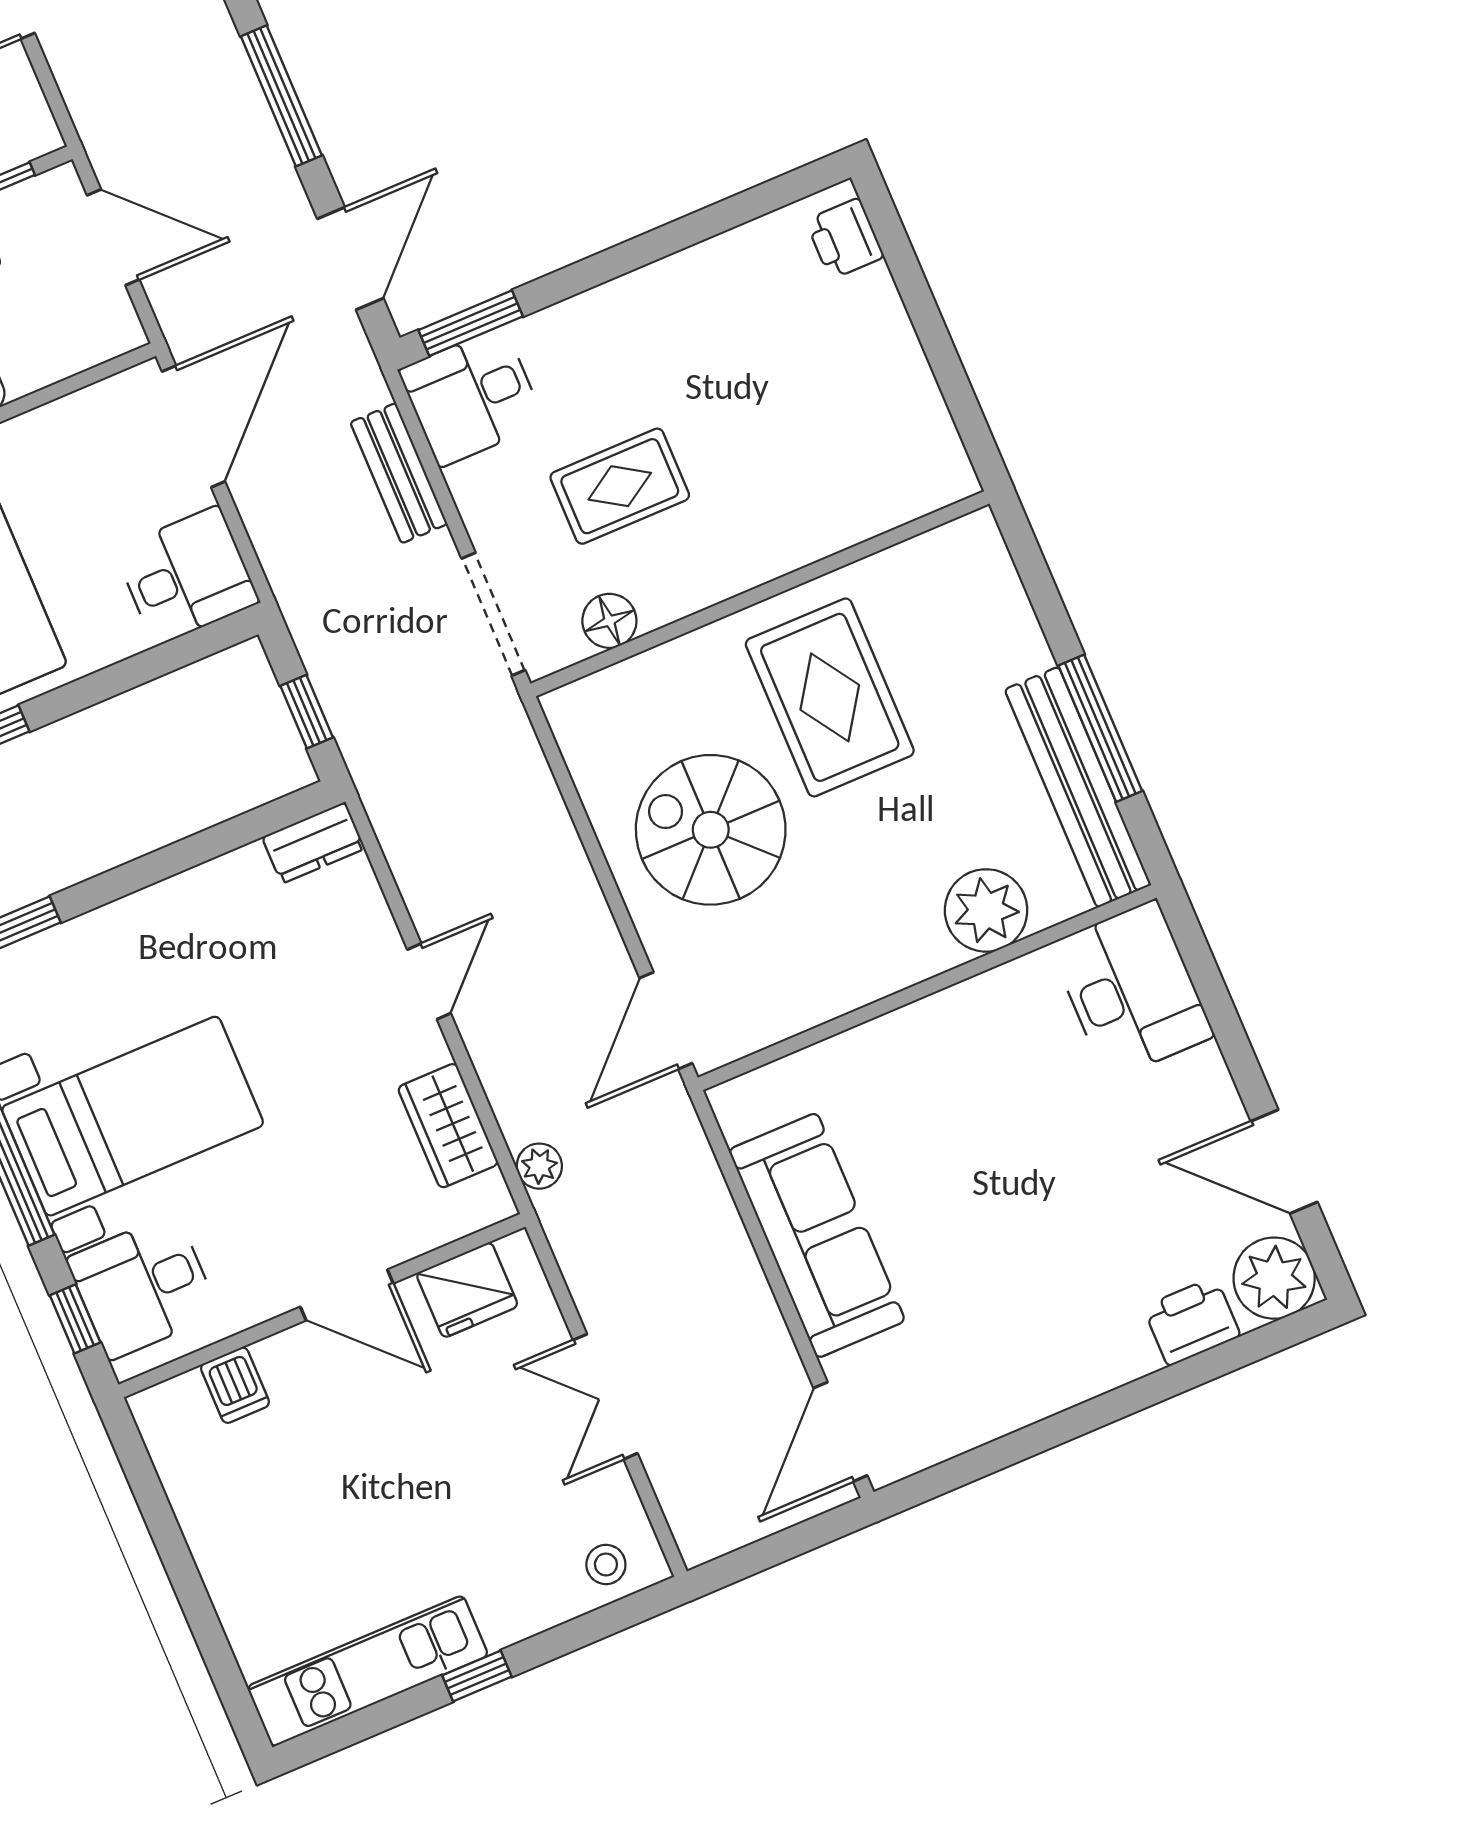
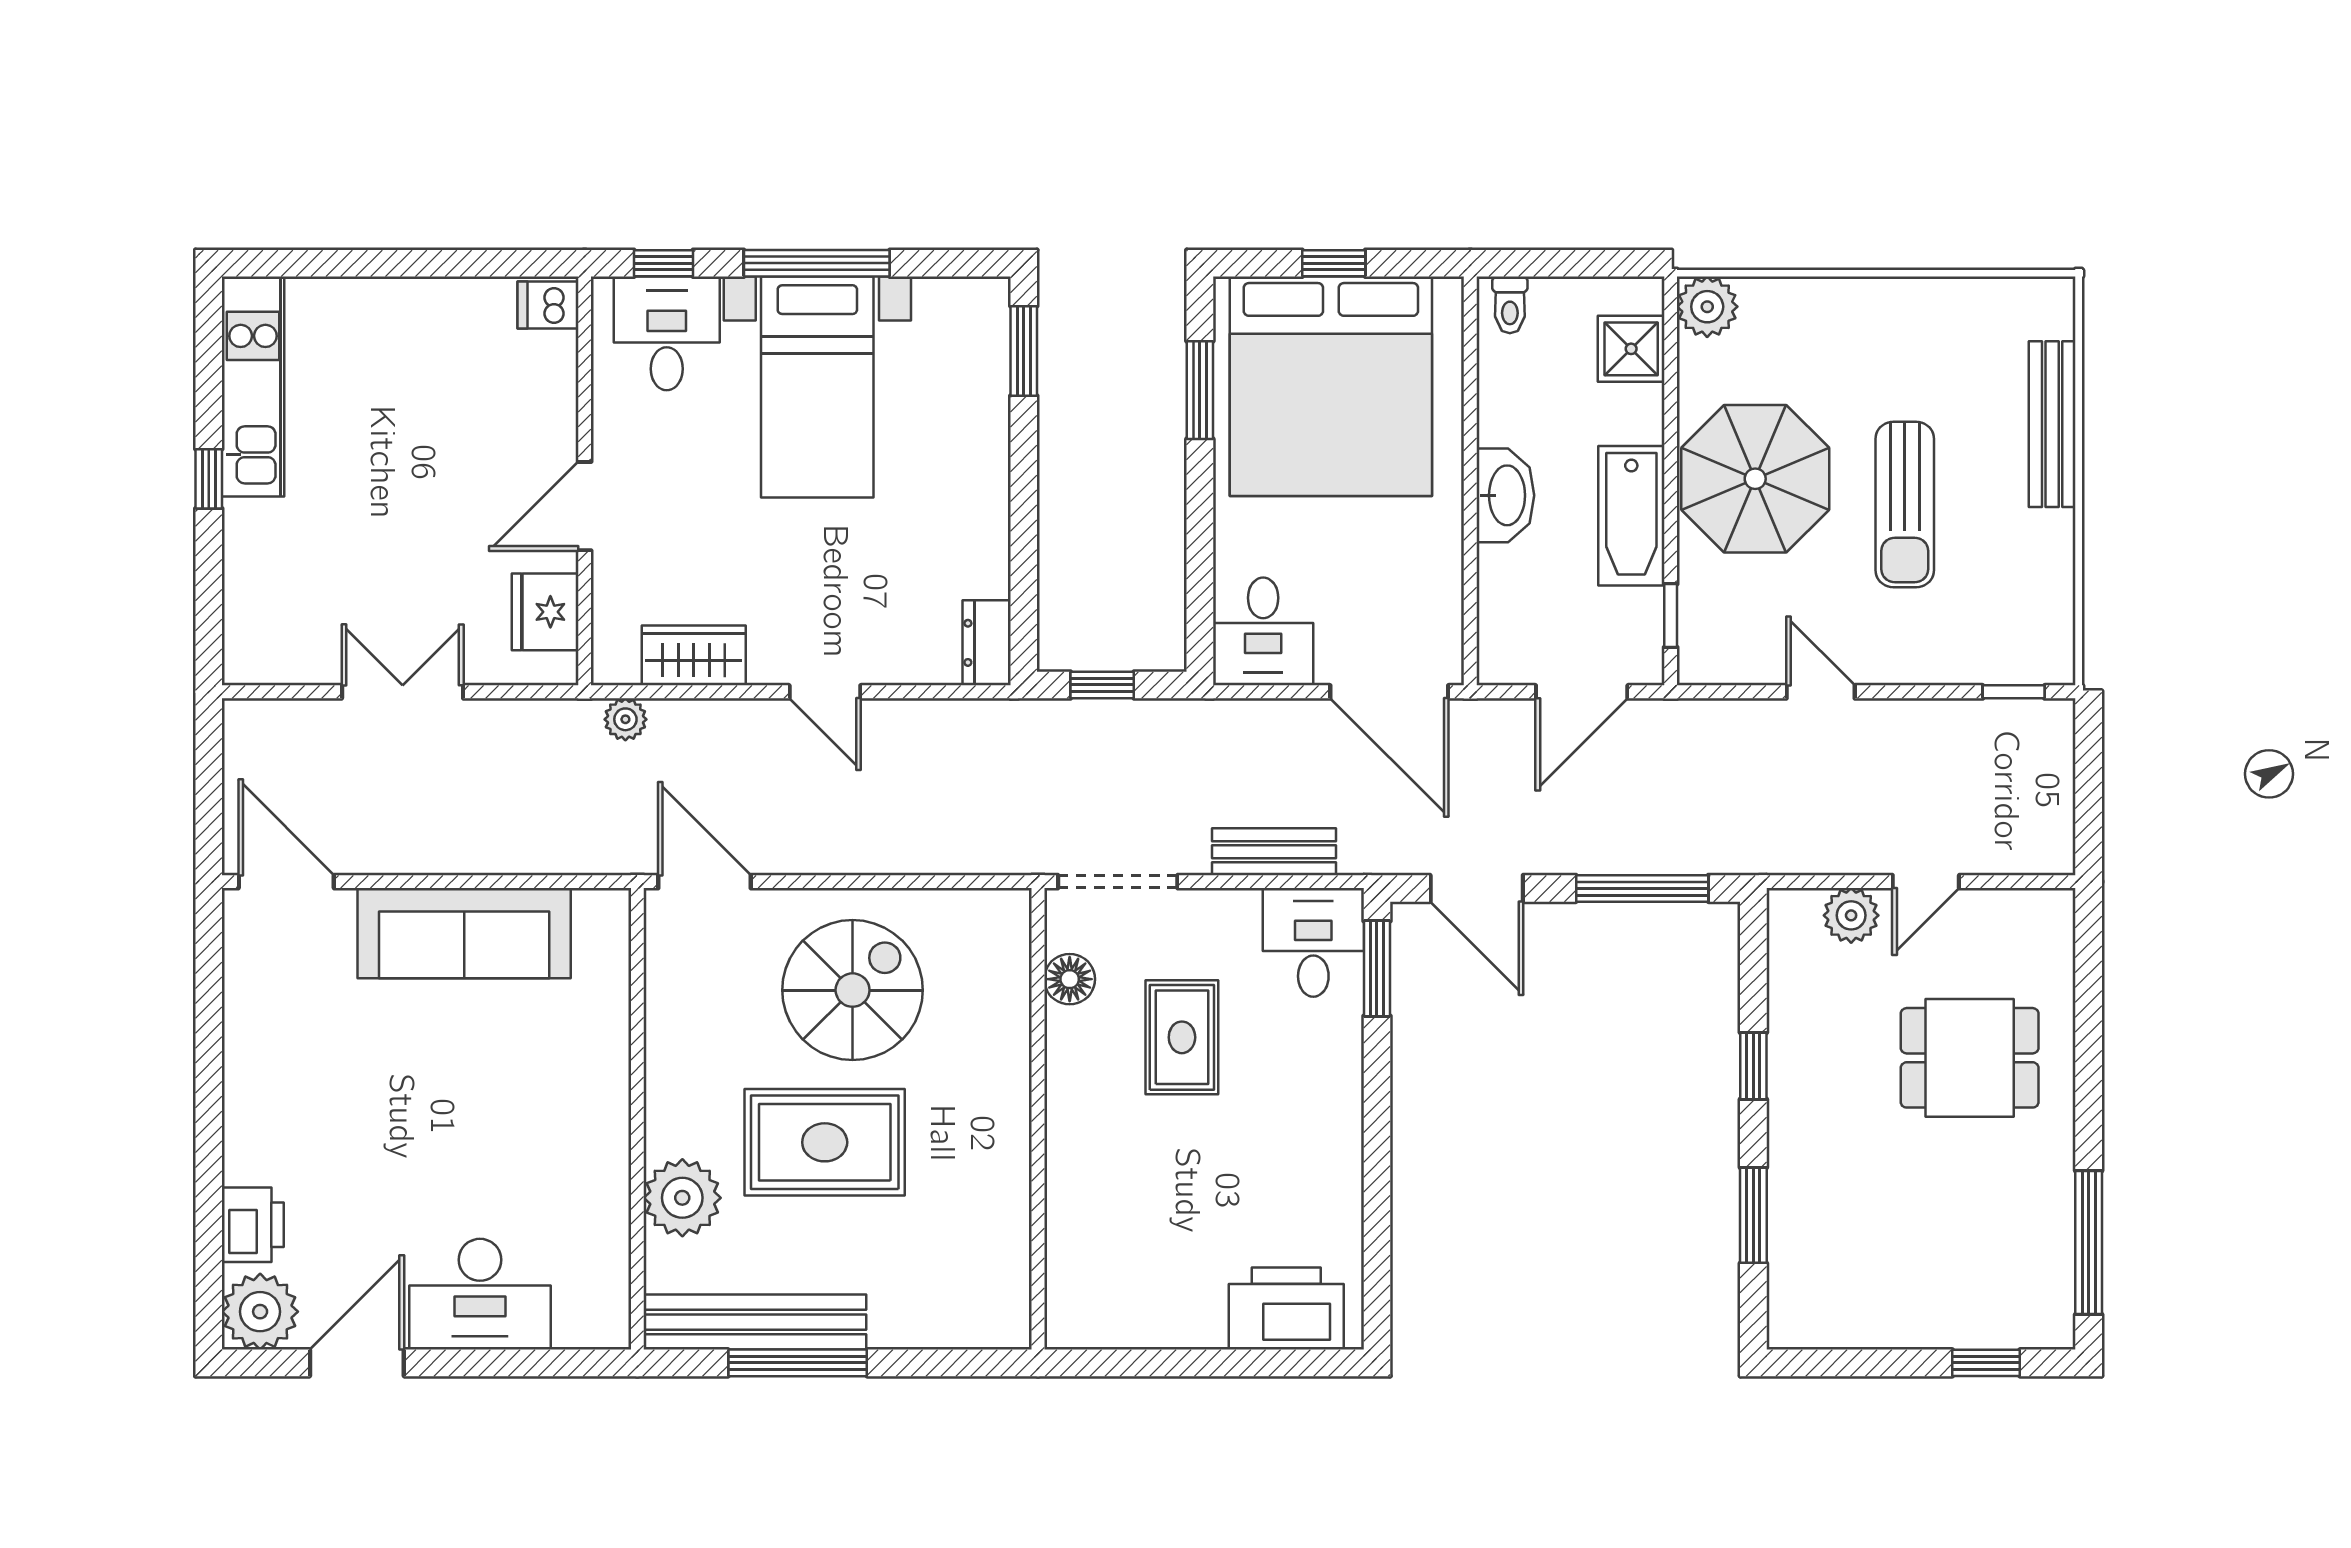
printer: (845, 239) -> (1286, 1308), width x1.87, depth x1.48
rug: (830, 697) -> (825, 1142), moved
desk: (1132, 990) -> (480, 1294), moved
dishwasher: (235, 1385) -> (548, 305), moved
stool: (606, 1564) -> (258, 631), removed

